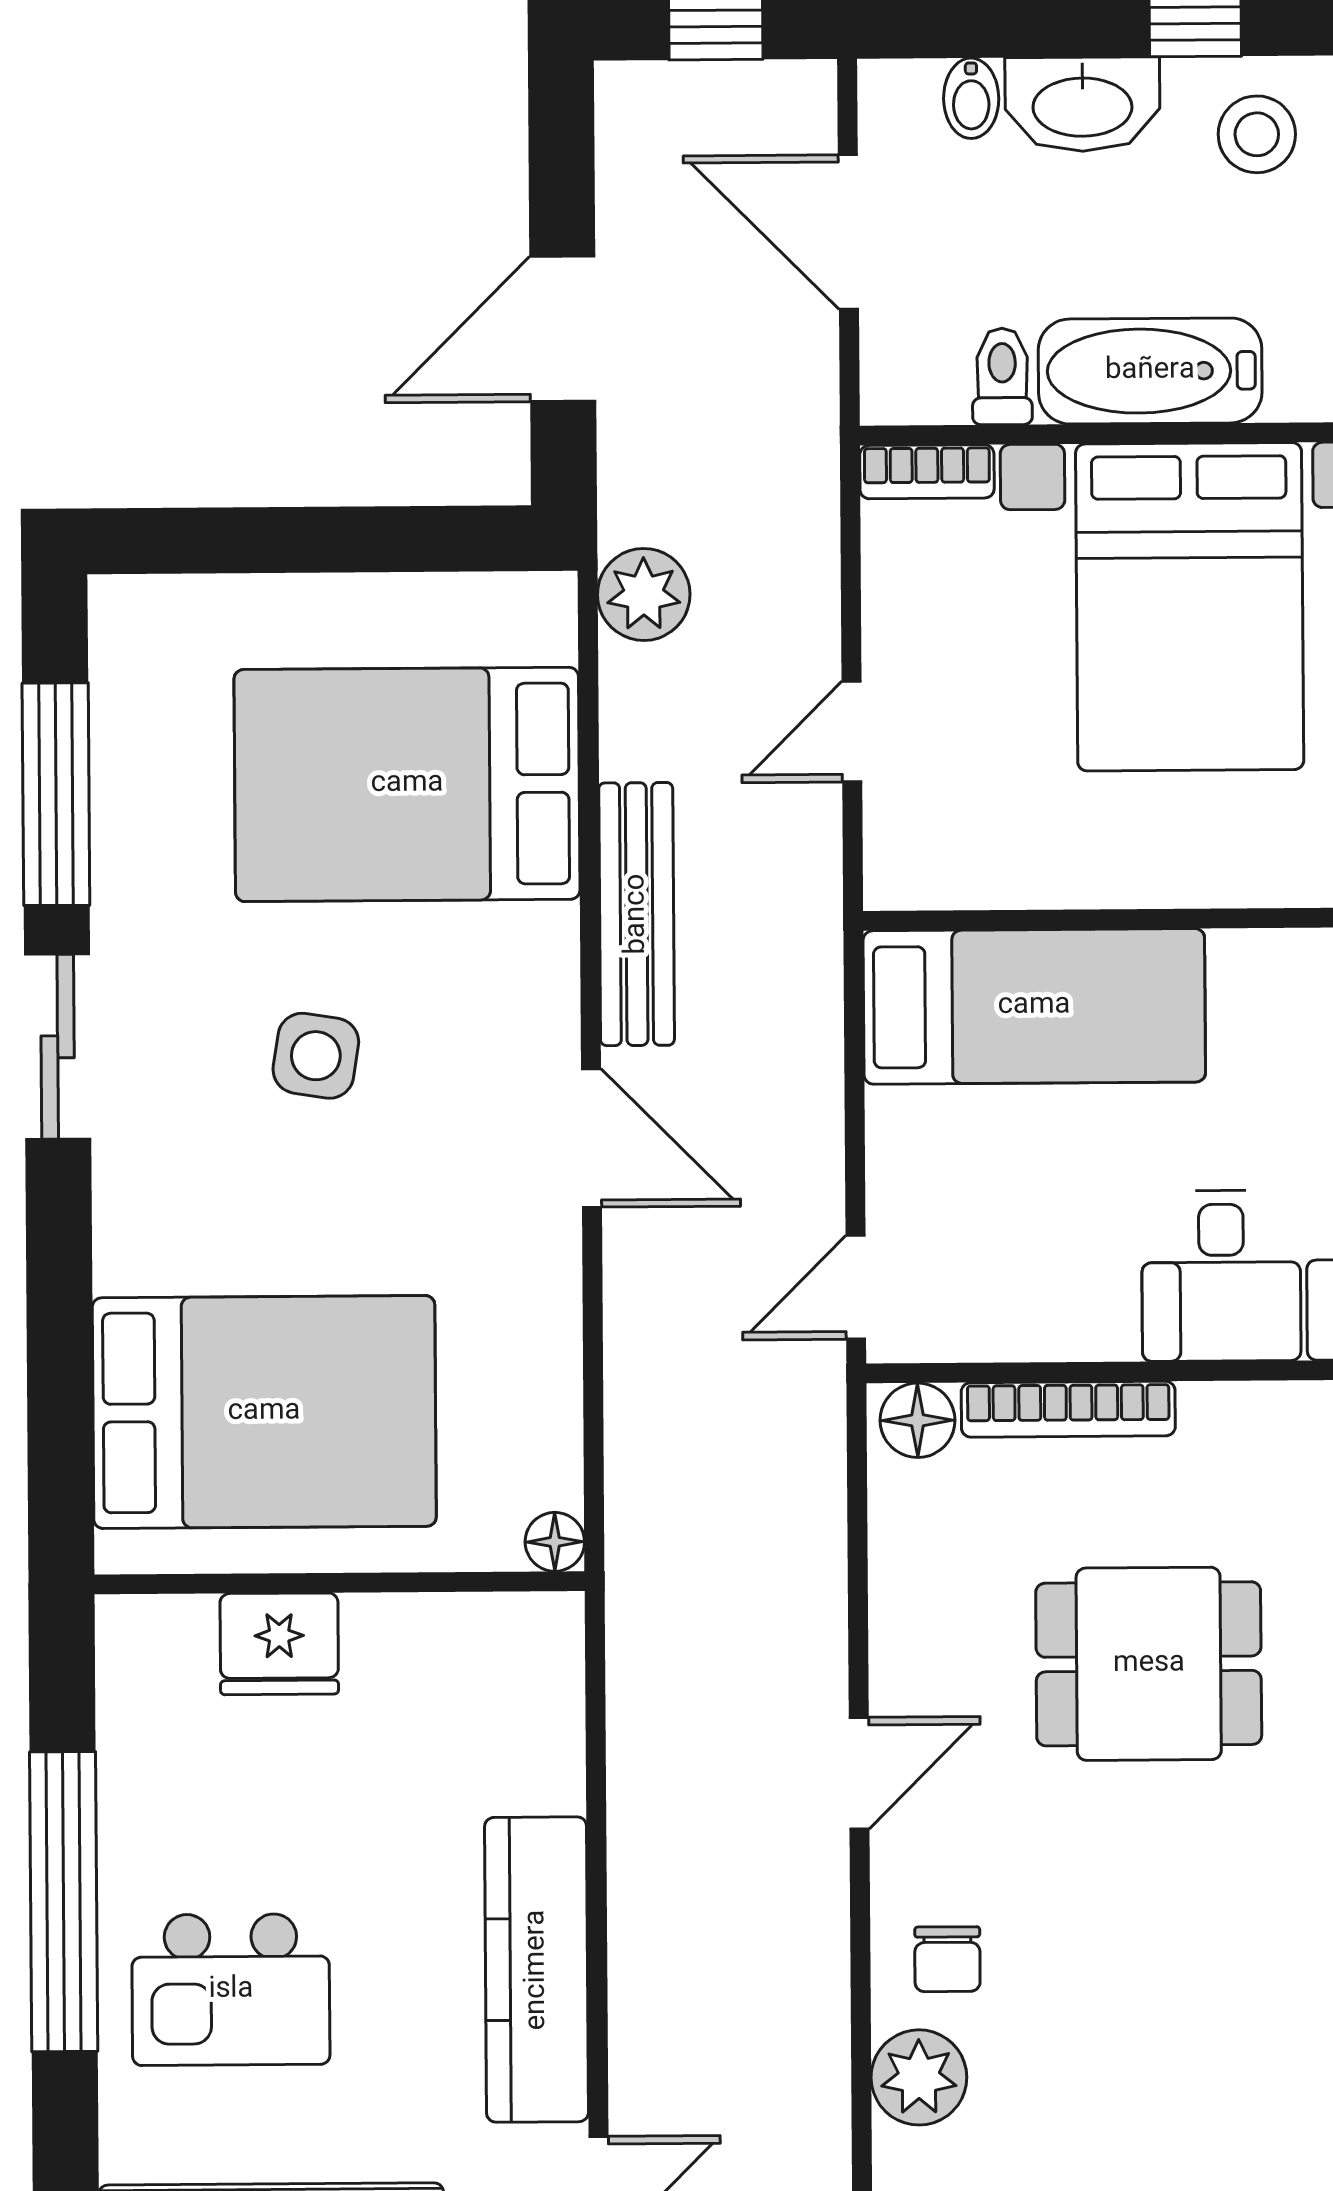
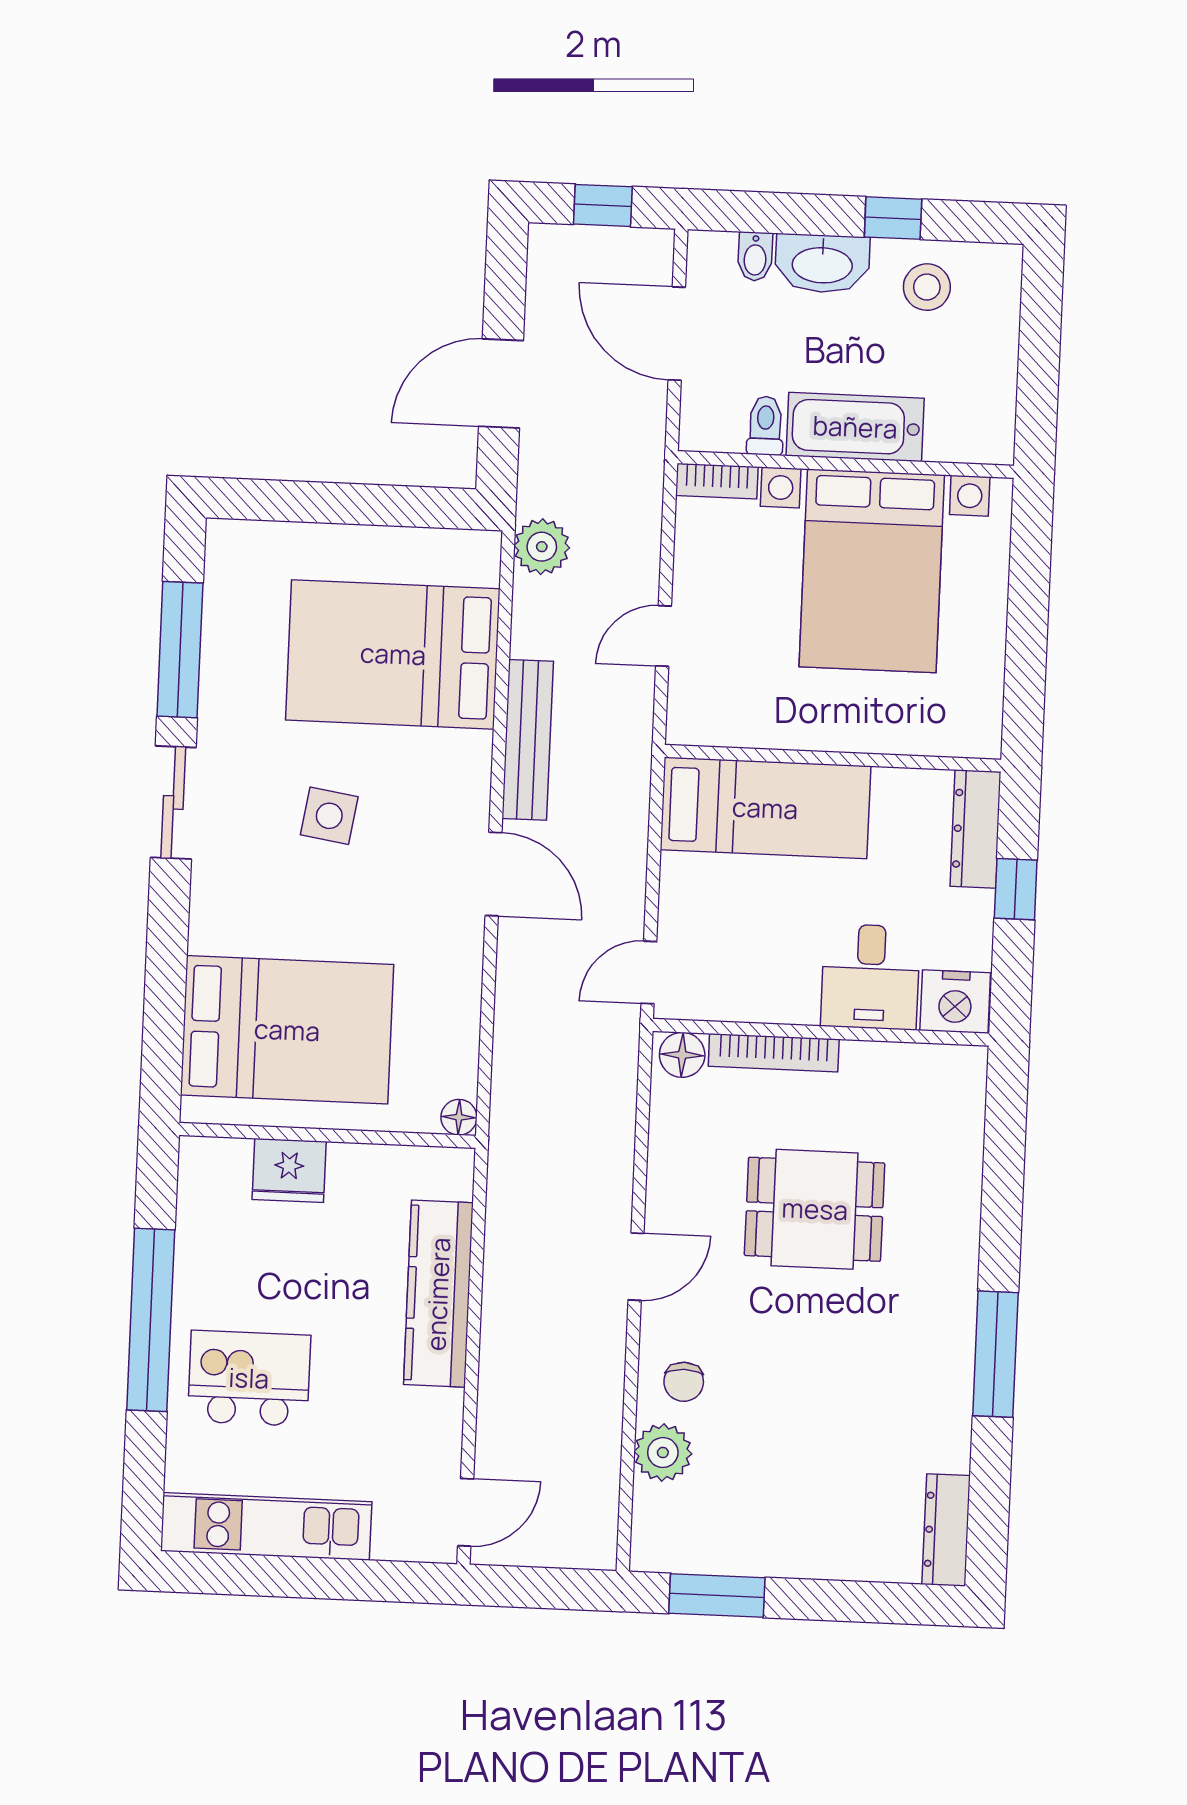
kitchen counter: (537, 1970) -> (438, 1294), moved
kitchen island: (231, 1990) -> (249, 1378), turned 180

